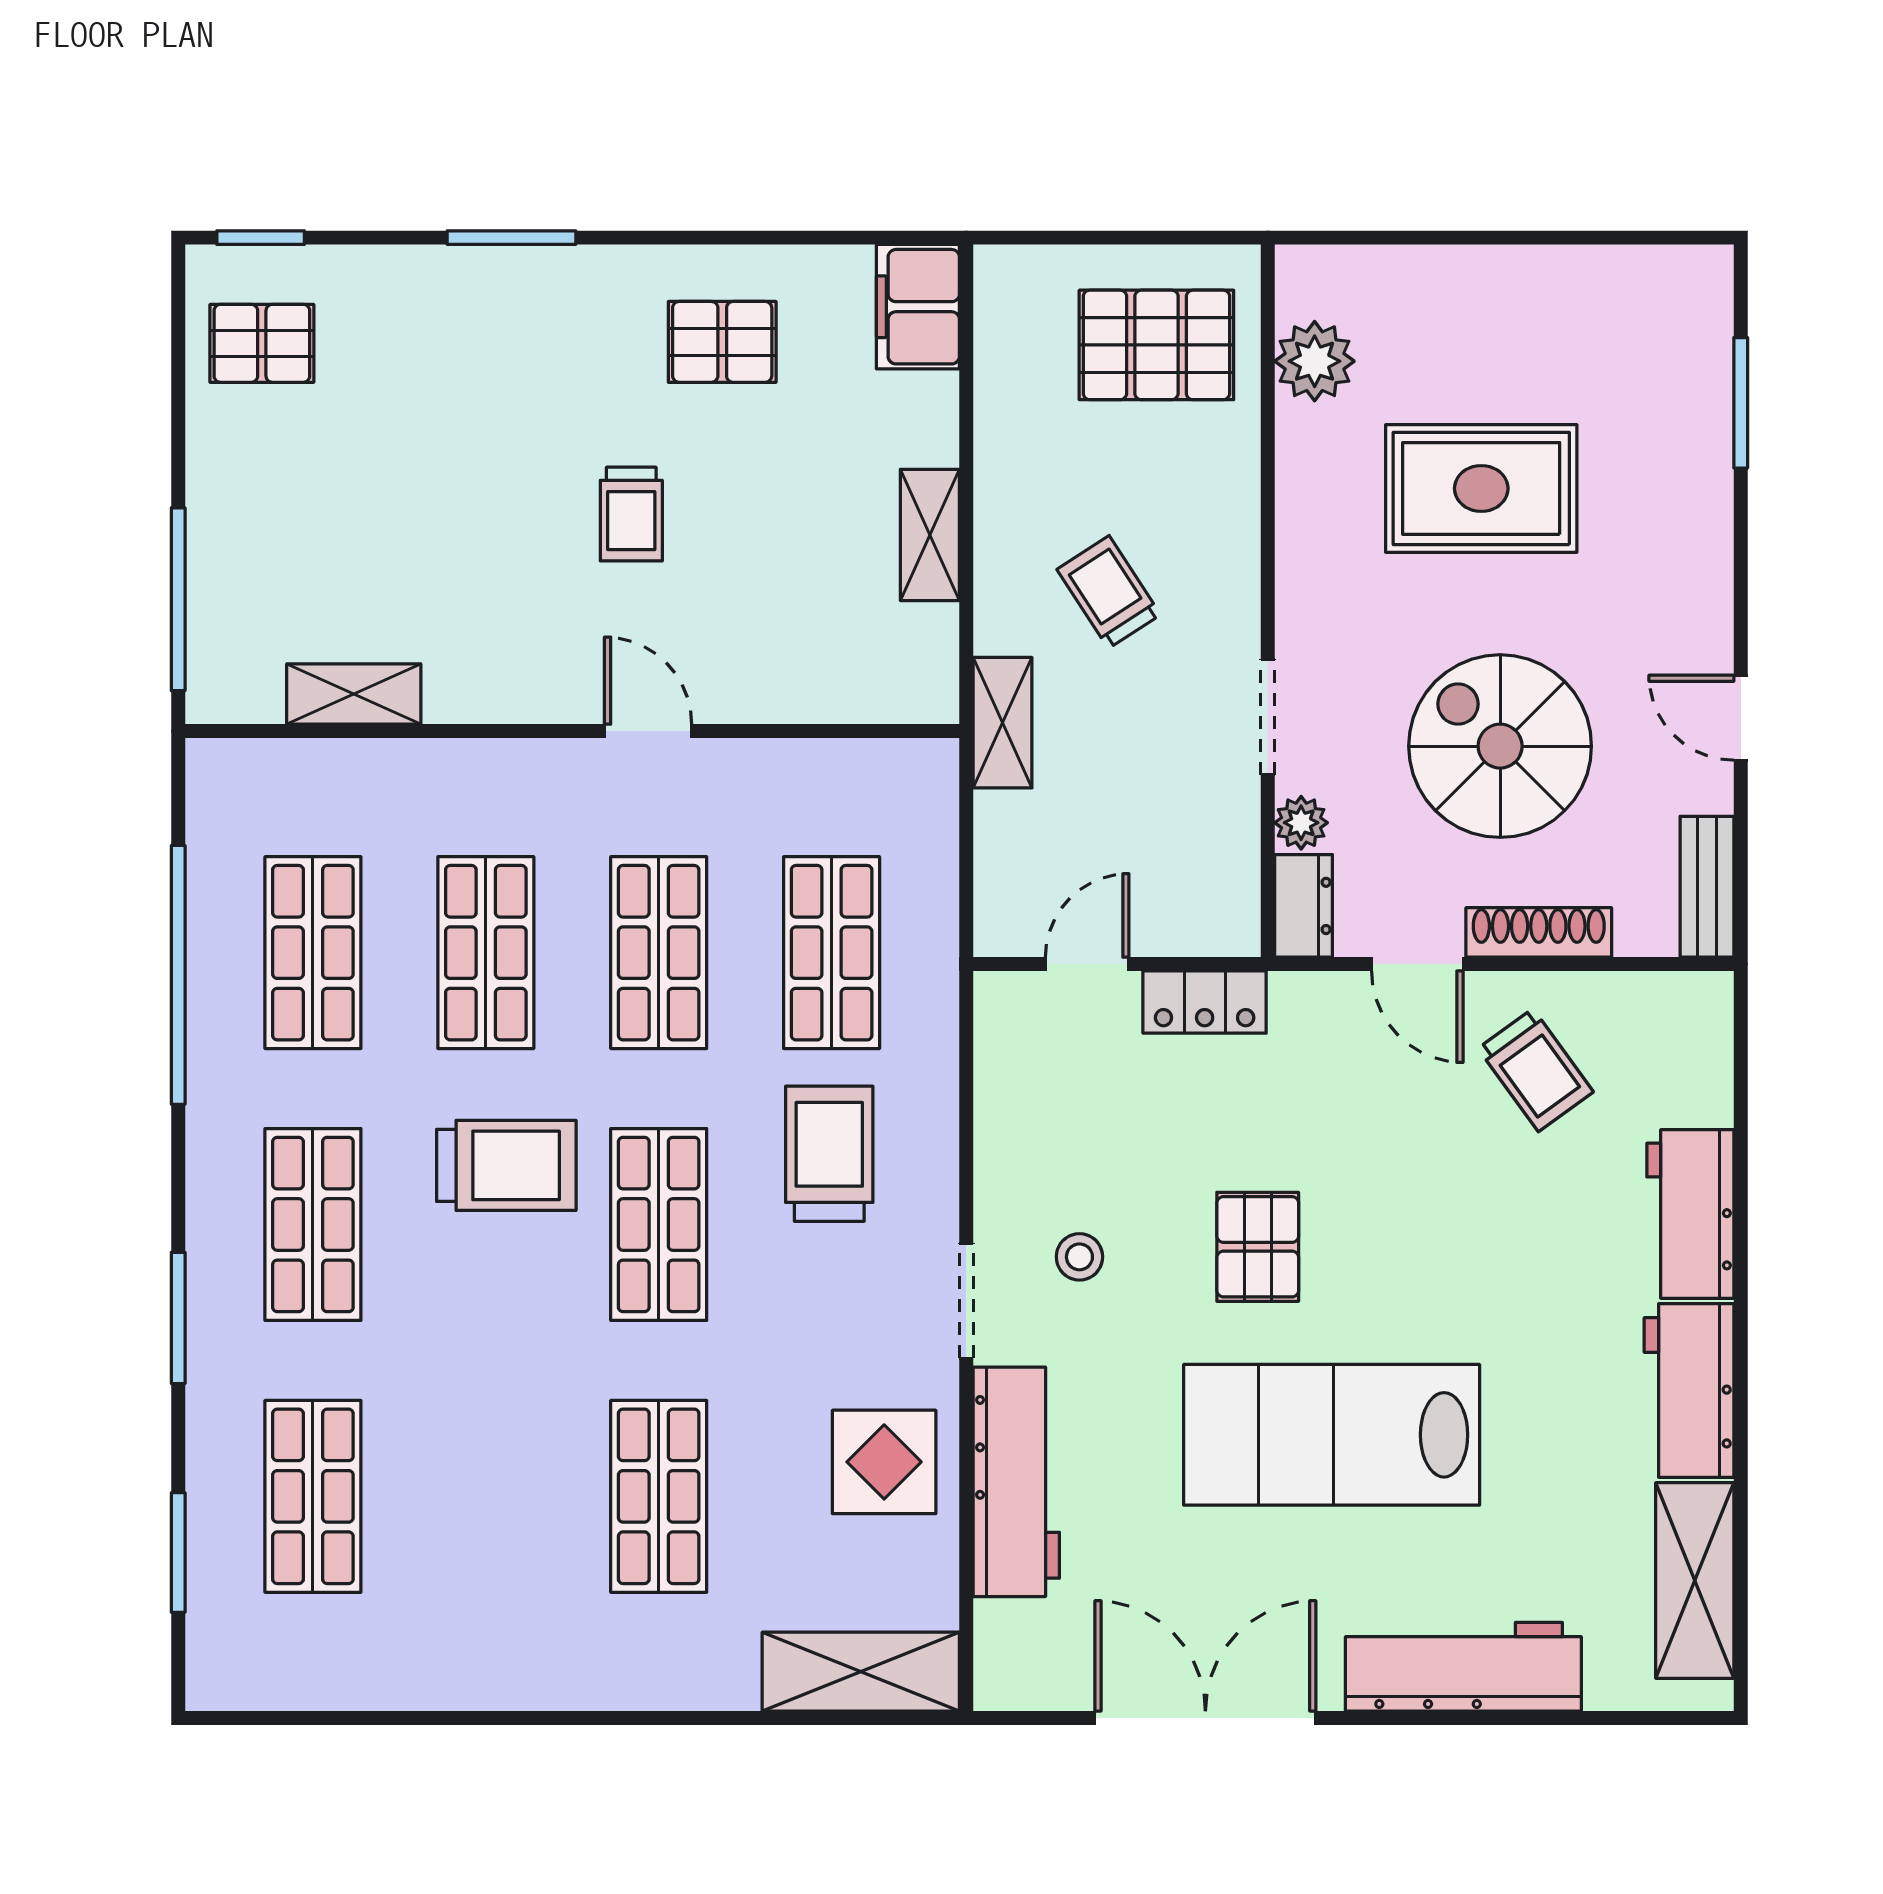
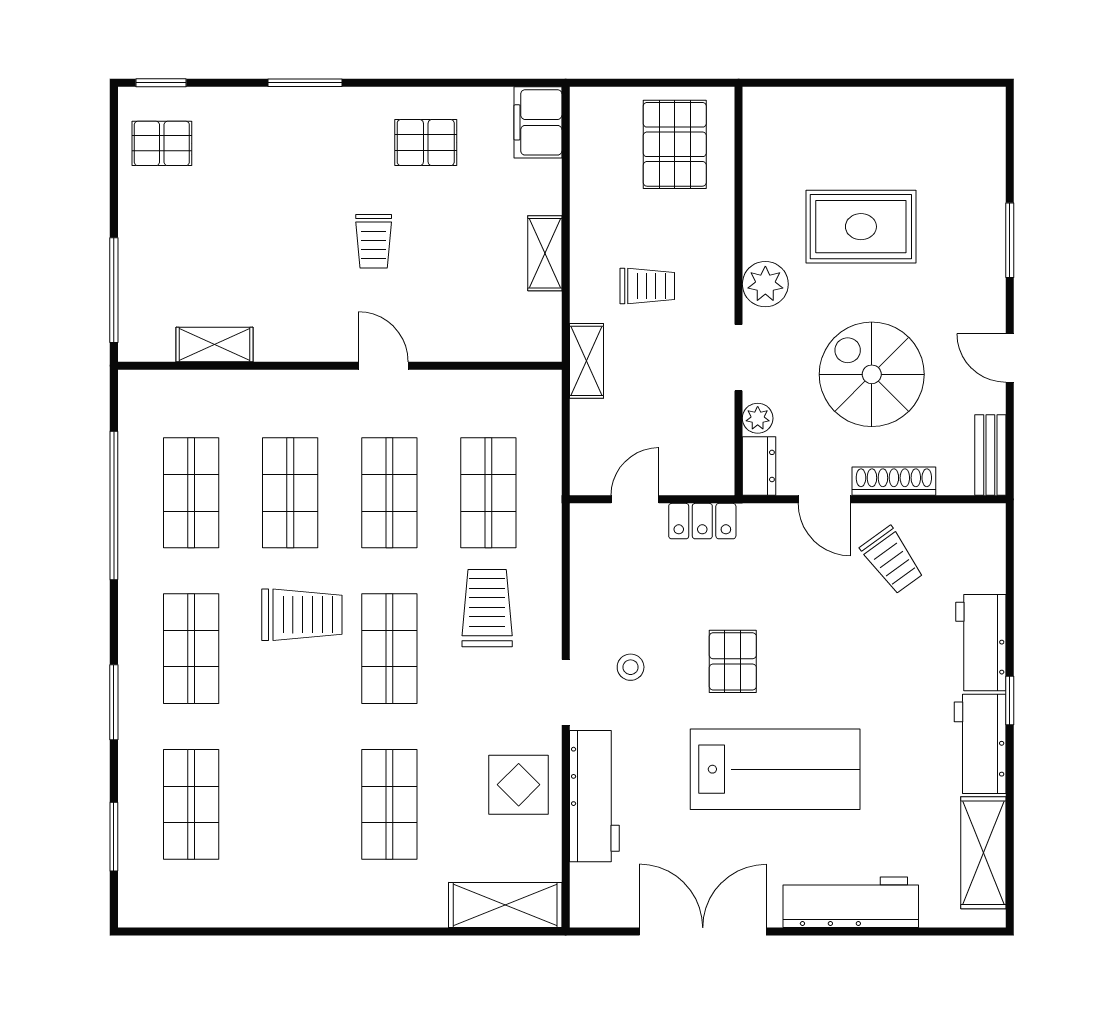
pallet: (1156, 345) -> (675, 144), turned 90
plant: (1315, 361) -> (765, 284), moved
window: (1741, 403) -> (1010, 240), moved
trolley: (1109, 592) -> (647, 286), turned 123
window: (1741, 1315) -> (1010, 700), added
lab bench: (1332, 1435) -> (775, 769), turned 180

